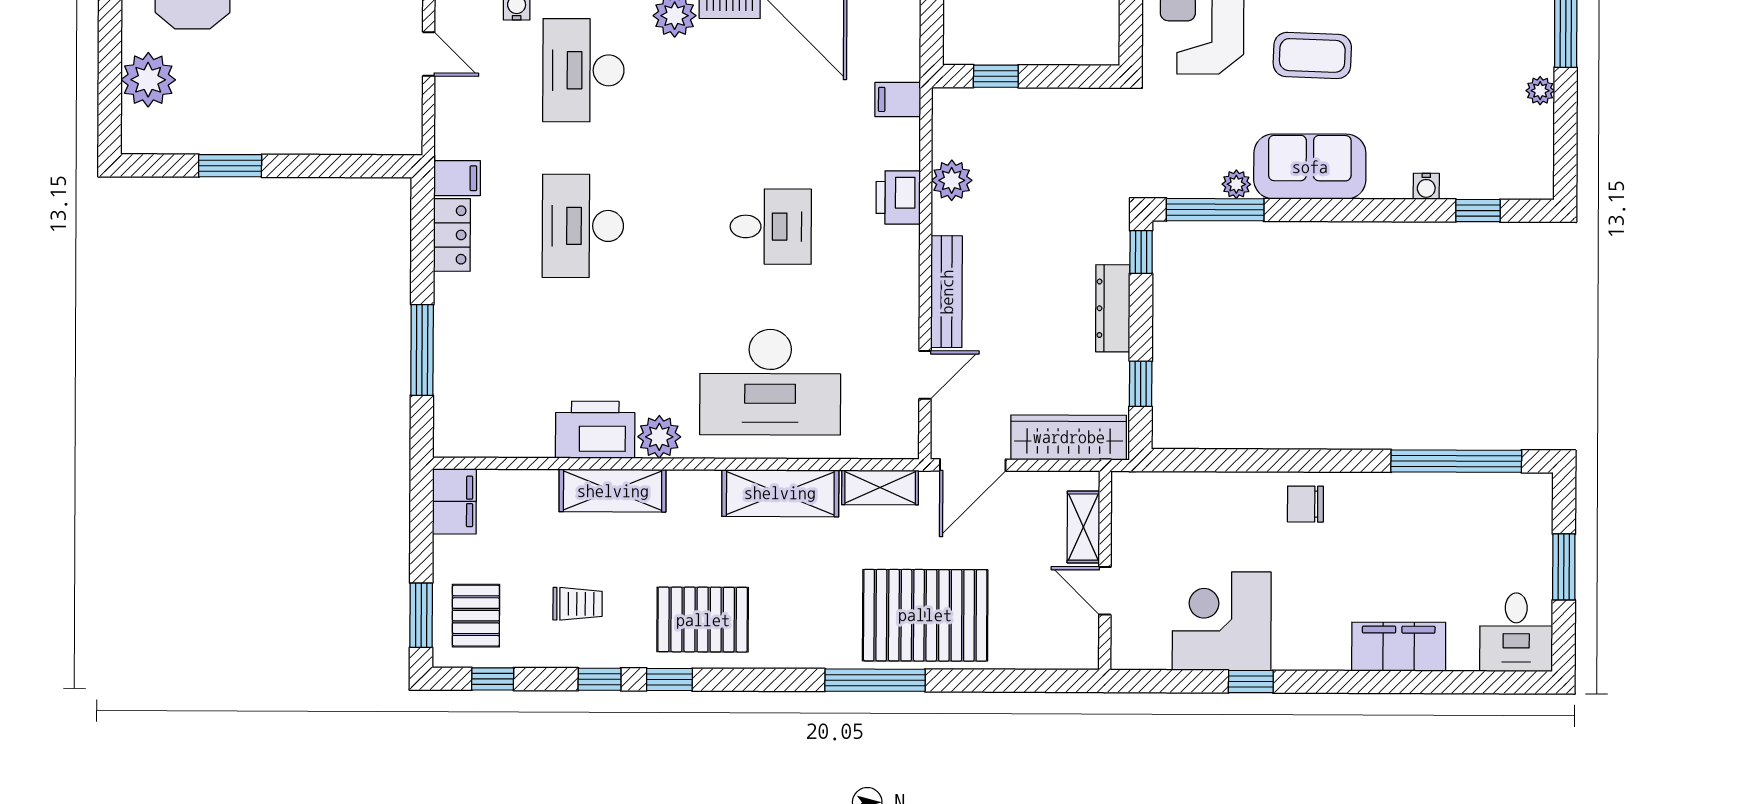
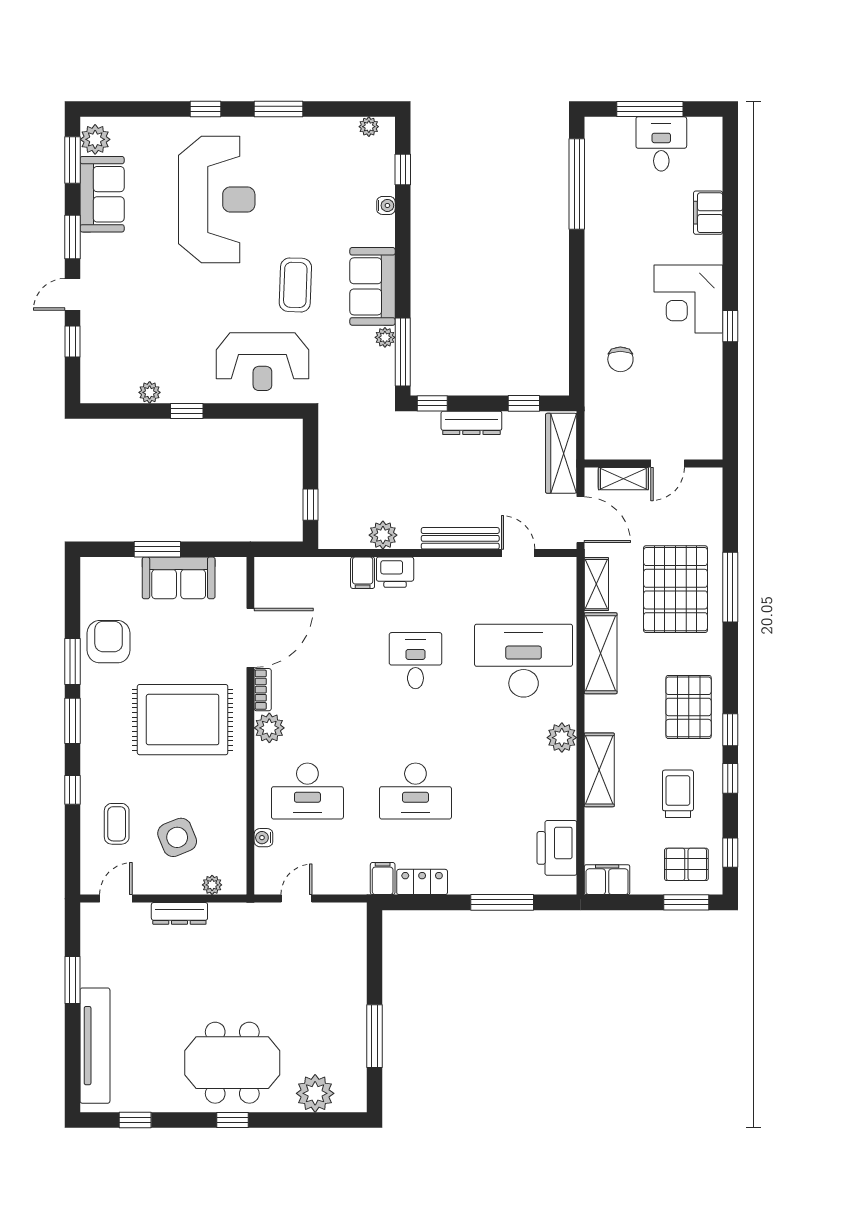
plant: (1540, 91) -> (369, 127), moved
filing cabinet: (898, 99) -> (363, 573), moved
window: (230, 166) -> (375, 1036), width x1.44
desk: (770, 382) -> (524, 661), turned -90
printer: (595, 430) -> (557, 848), moved
chair: (1305, 504) -> (620, 359), moved
shelving: (1083, 527) -> (623, 479), moved
window: (1564, 567) -> (650, 109), width x1.44
wall: (1105, 570) -> (653, 463), moved
door: (1105, 591) -> (668, 463), moved
trolley: (578, 604) -> (678, 794), width x1.36, depth x1.39
pallet: (925, 615) -> (675, 589), moved
corner desk: (1222, 621) -> (688, 299), moved
desk: (1516, 632) -> (661, 144), moved, turned -90
filing cabinet: (1399, 647) -> (708, 213), width x0.67, depth x0.86

